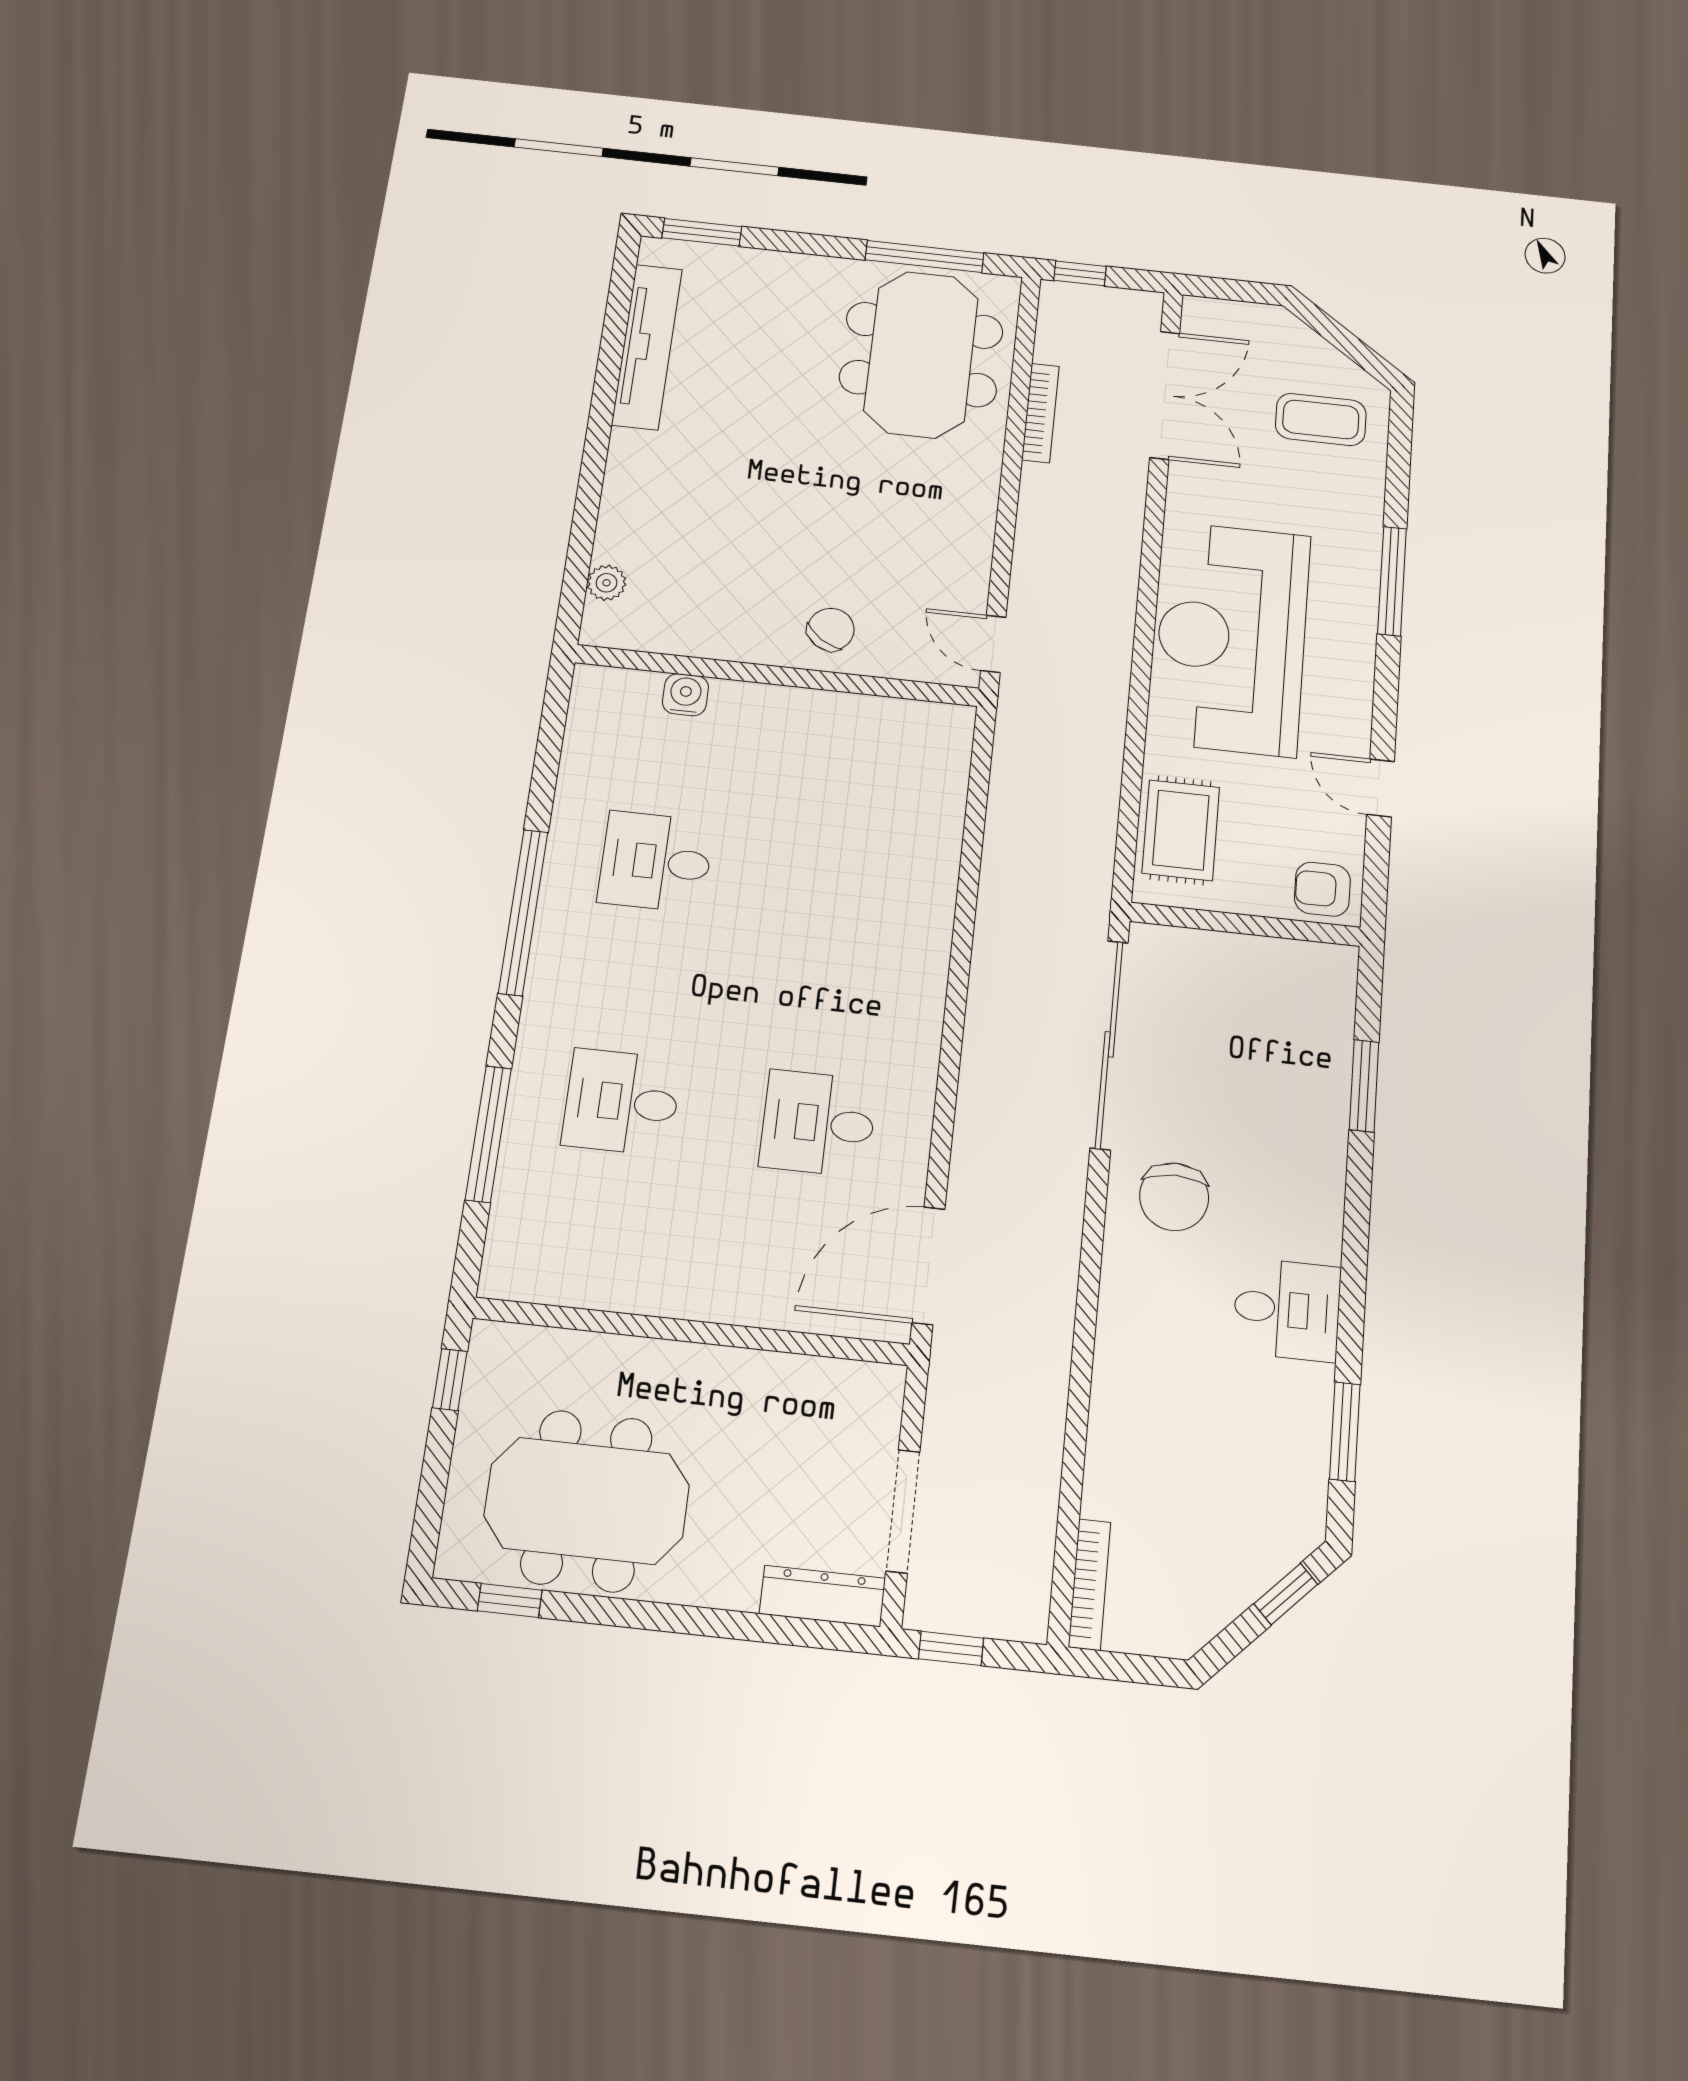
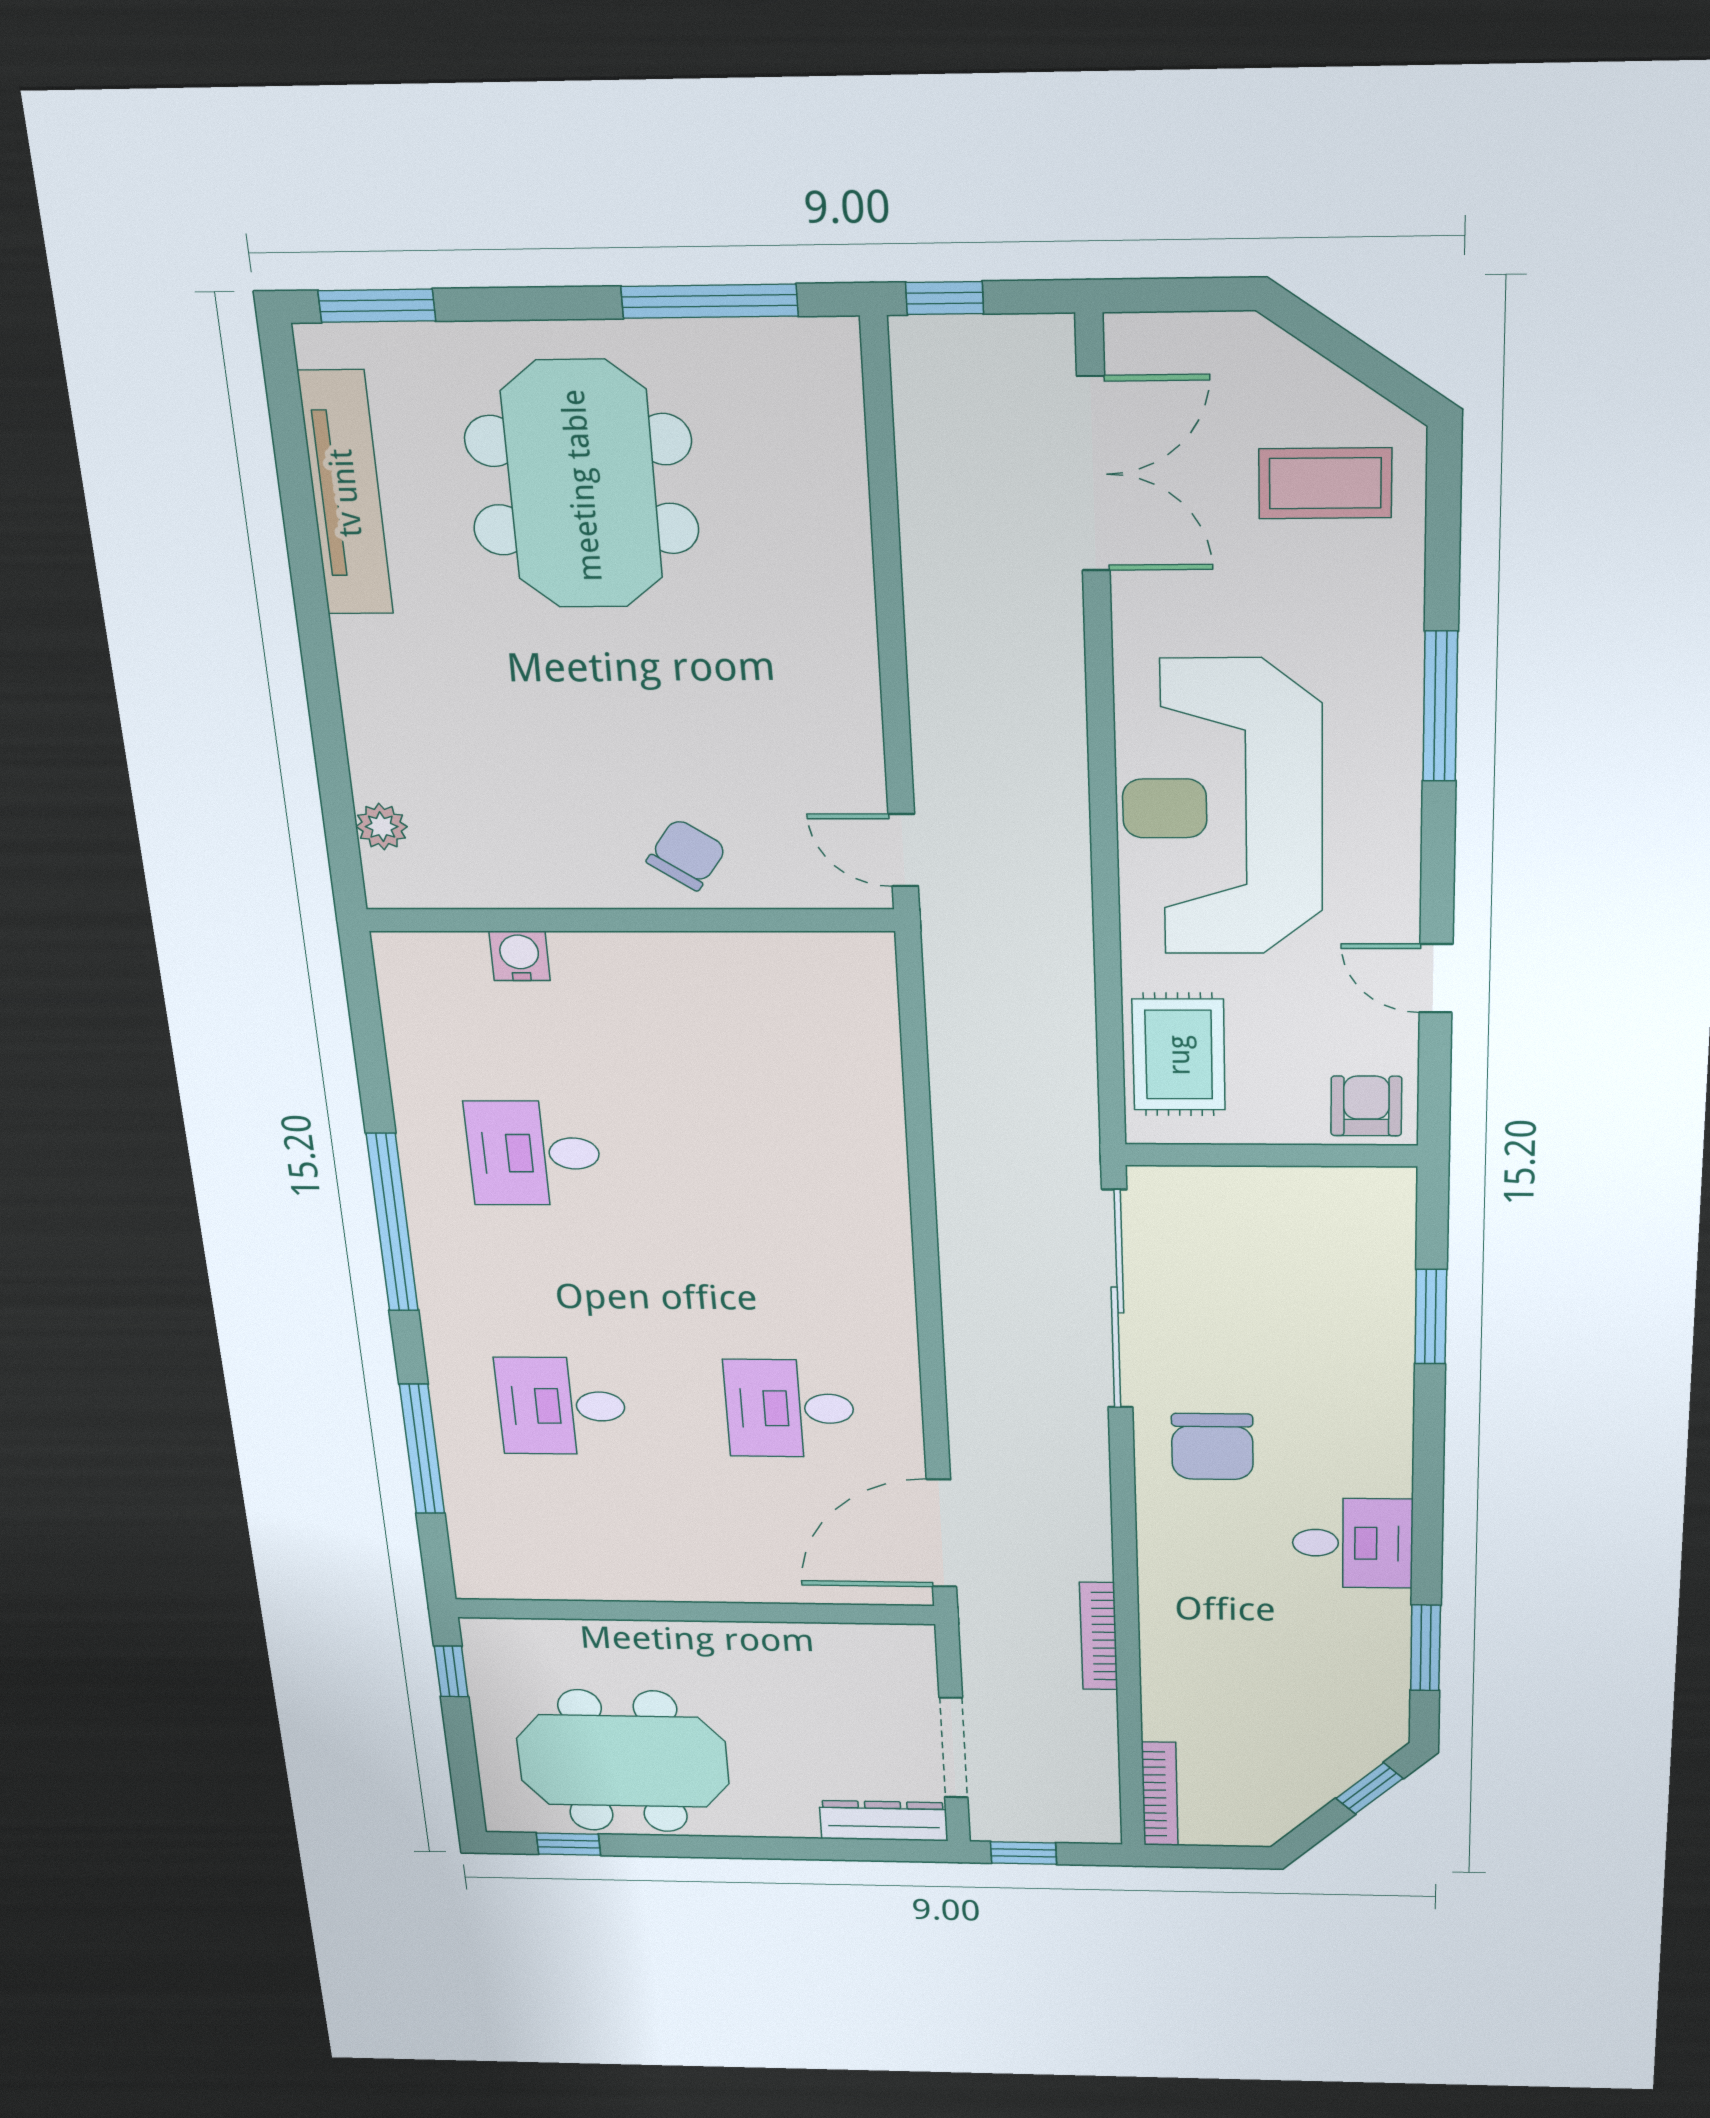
meeting table: (921, 354) -> (582, 485), moved
bookcase: (1040, 413) -> (1099, 1636), moved, turned 180
armchair: (1322, 889) -> (1366, 1106), turned 90

